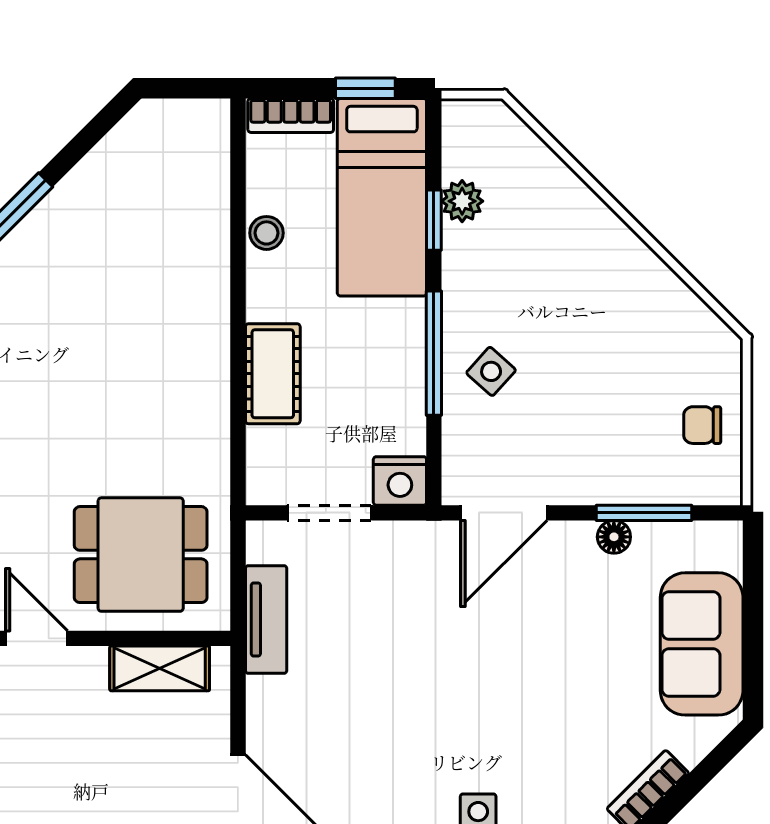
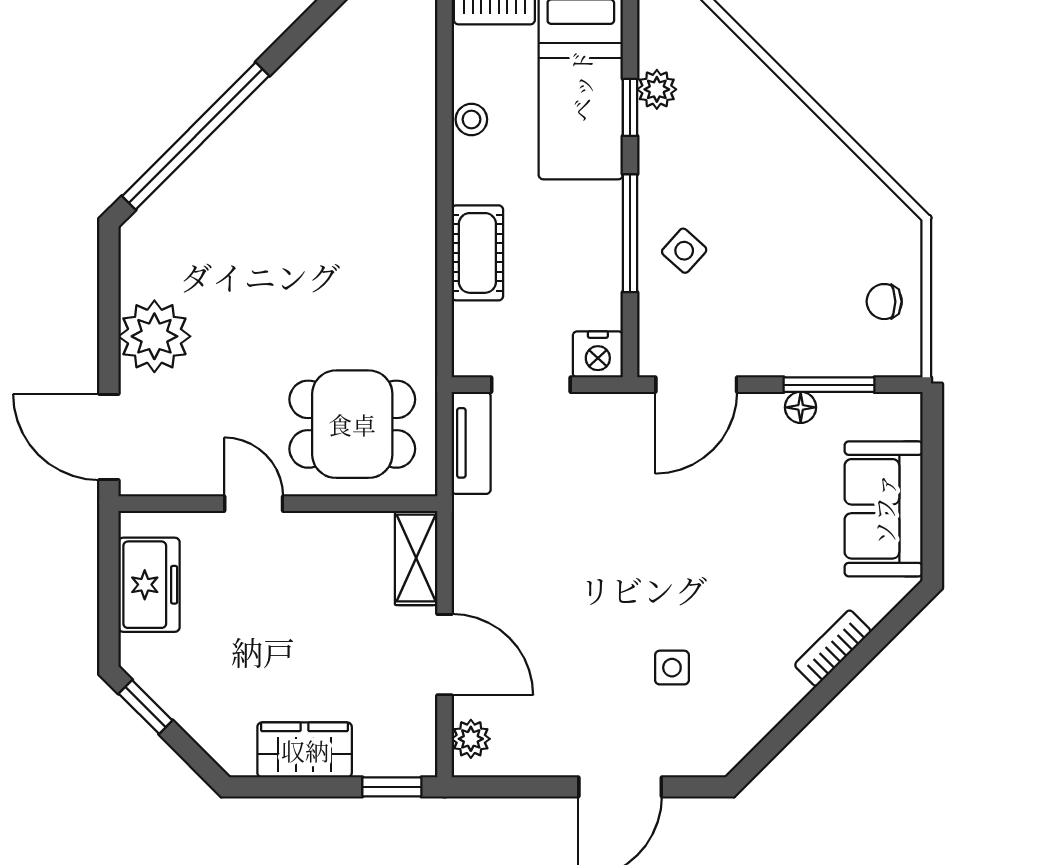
tv unit: (266, 620) -> (471, 443), moved
shelving: (160, 668) -> (416, 558), moved, turned 90

